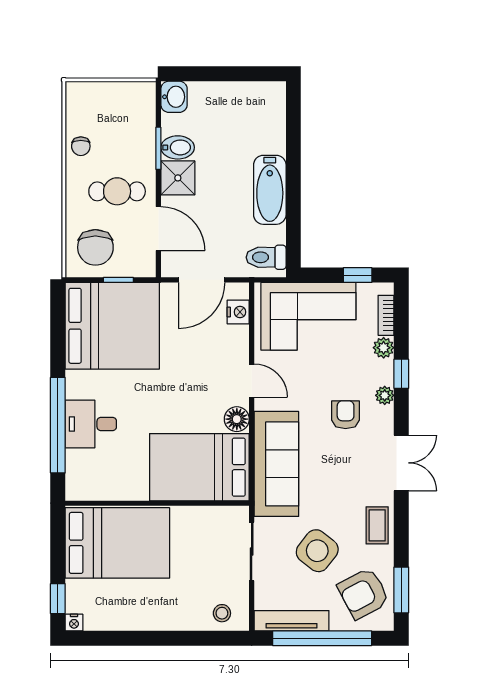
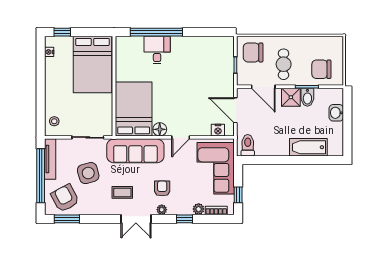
washbasin: (174, 97) -> (336, 113), moved, turned 90
chair: (81, 146) -> (321, 69), moved, width x1.87, depth x1.87
bathtub: (270, 190) -> (308, 147), moved
door: (158, 229) -> (263, 87), hinge flipped
bed: (112, 326) -> (211, 62), removed
plant: (385, 395) -> (162, 210), moved
armchair: (346, 415) -> (162, 188), turned -90
coffee table: (377, 525) -> (122, 192), moved
side table: (317, 551) -> (88, 173), turned 37
nightstand: (74, 623) -> (49, 52), moved

